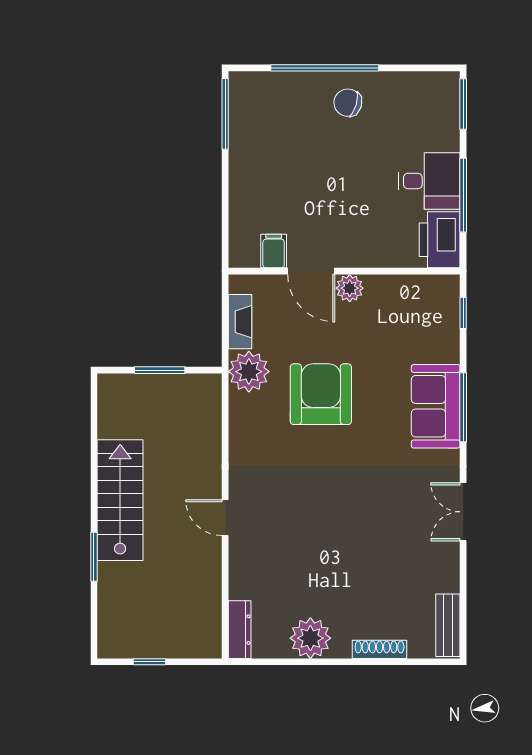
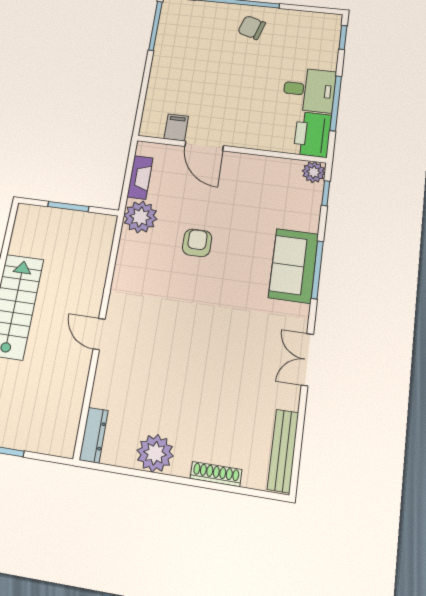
window: (463, 104) -> (343, 38), width x0.67
plant: (350, 288) -> (314, 172), moved
armchair: (321, 394) -> (197, 243), width x0.53, depth x0.53
bench: (448, 625) -> (283, 451), width x1.36

